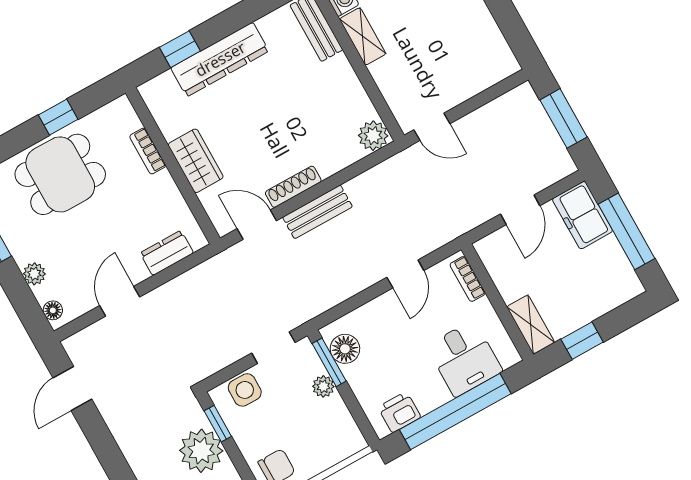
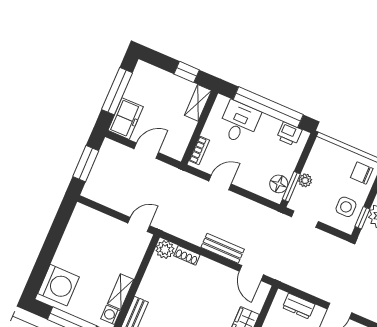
door: (432, 127) -> (139, 224), hinge flipped
shoe rack: (293, 187) -> (187, 255), moved, width x0.70
side table: (245, 390) -> (346, 207), moved

